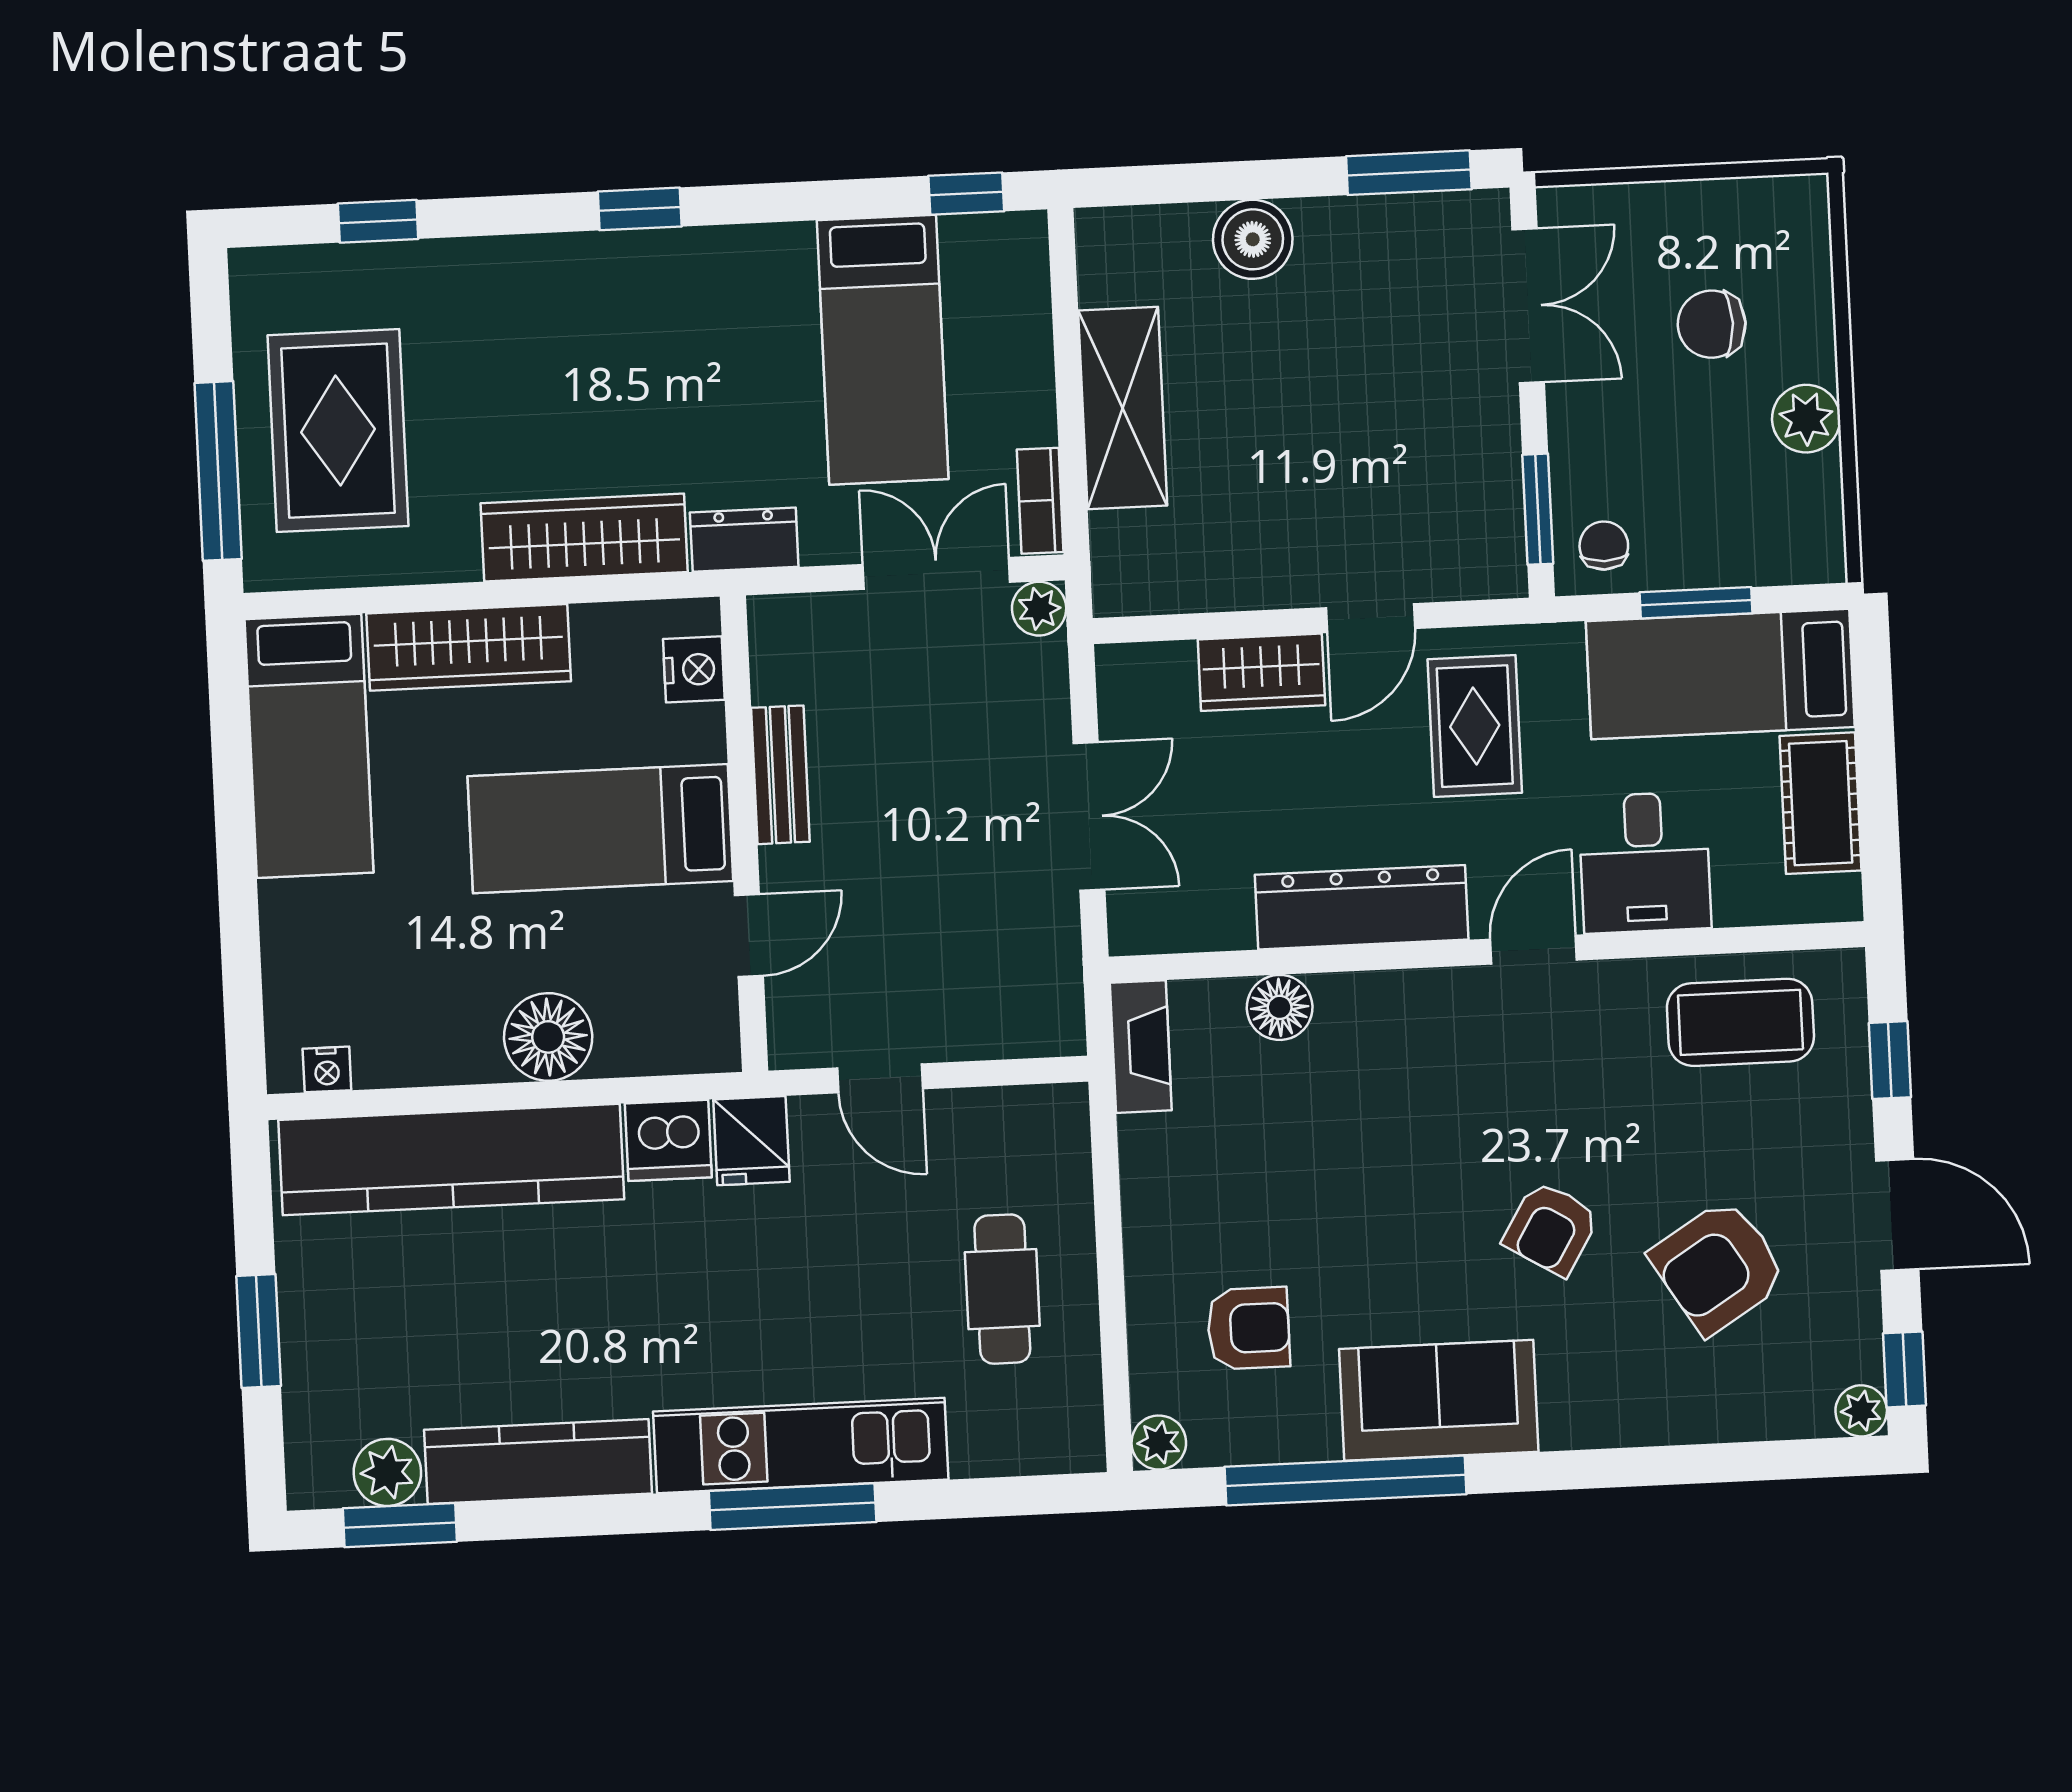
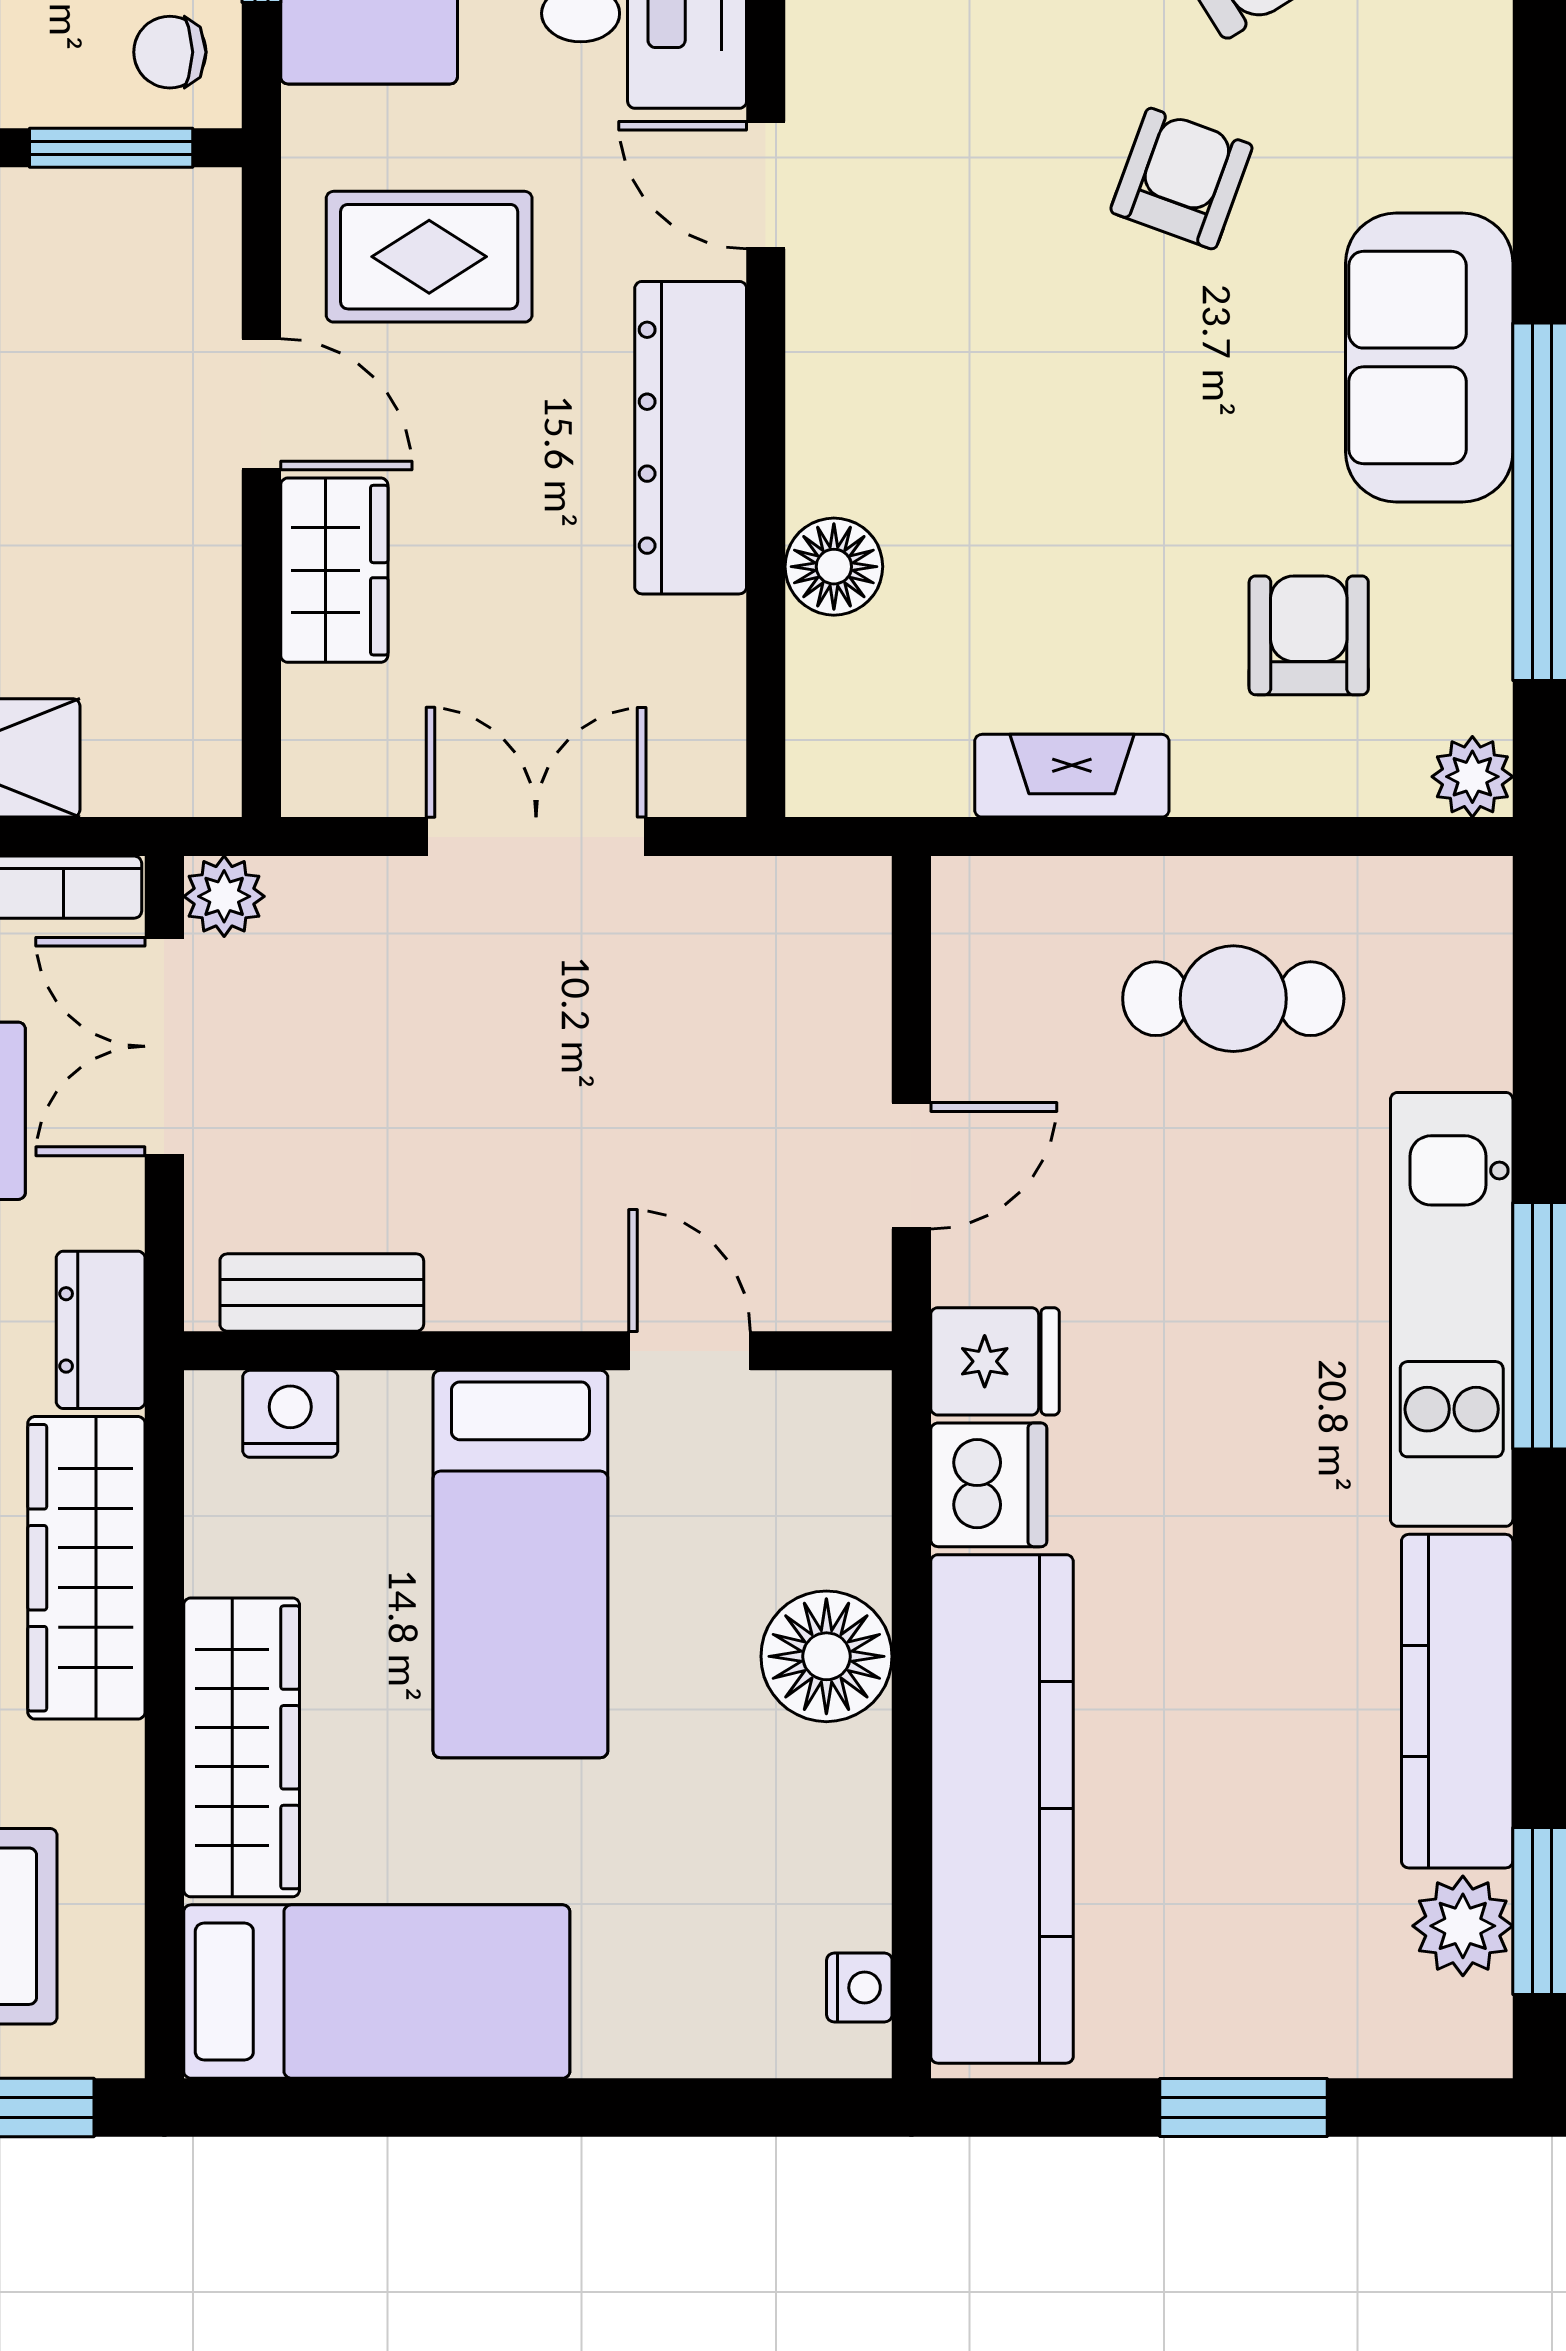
bench: (780, 775) -> (322, 1293), moved
fireplace: (1141, 1047) -> (1072, 776), moved
armchair: (1551, 1228) -> (1181, 179), turned -101

